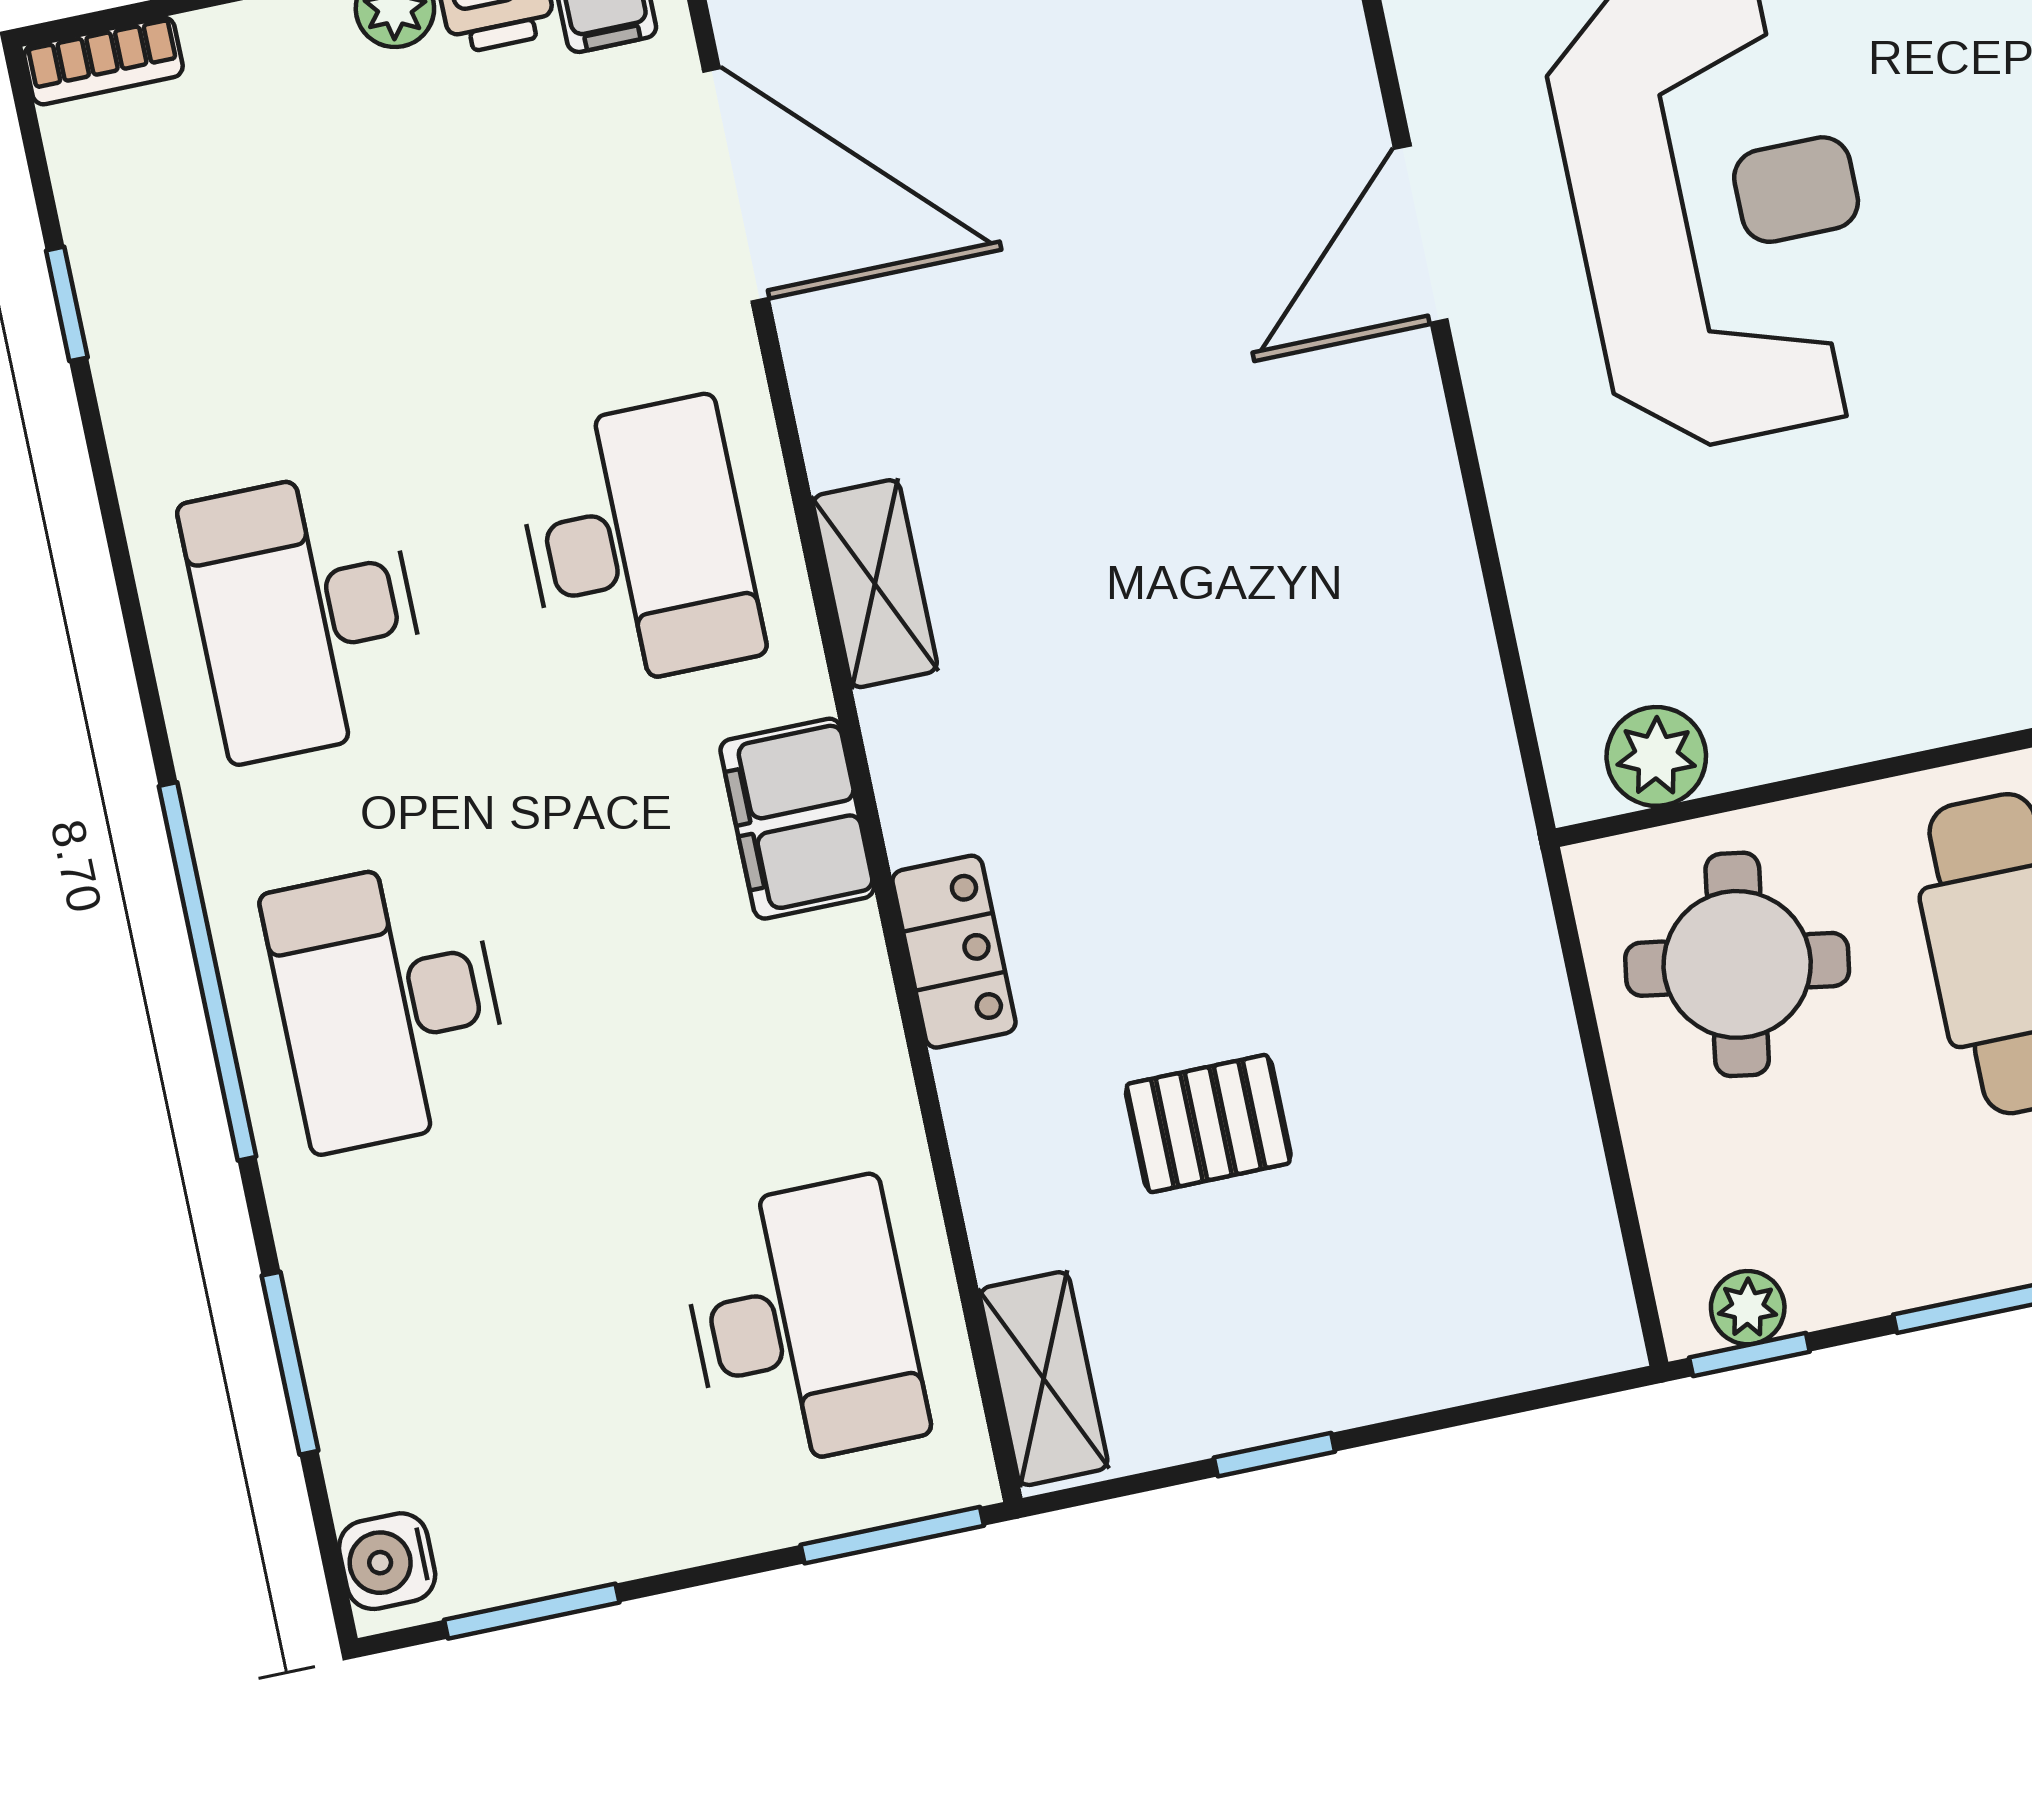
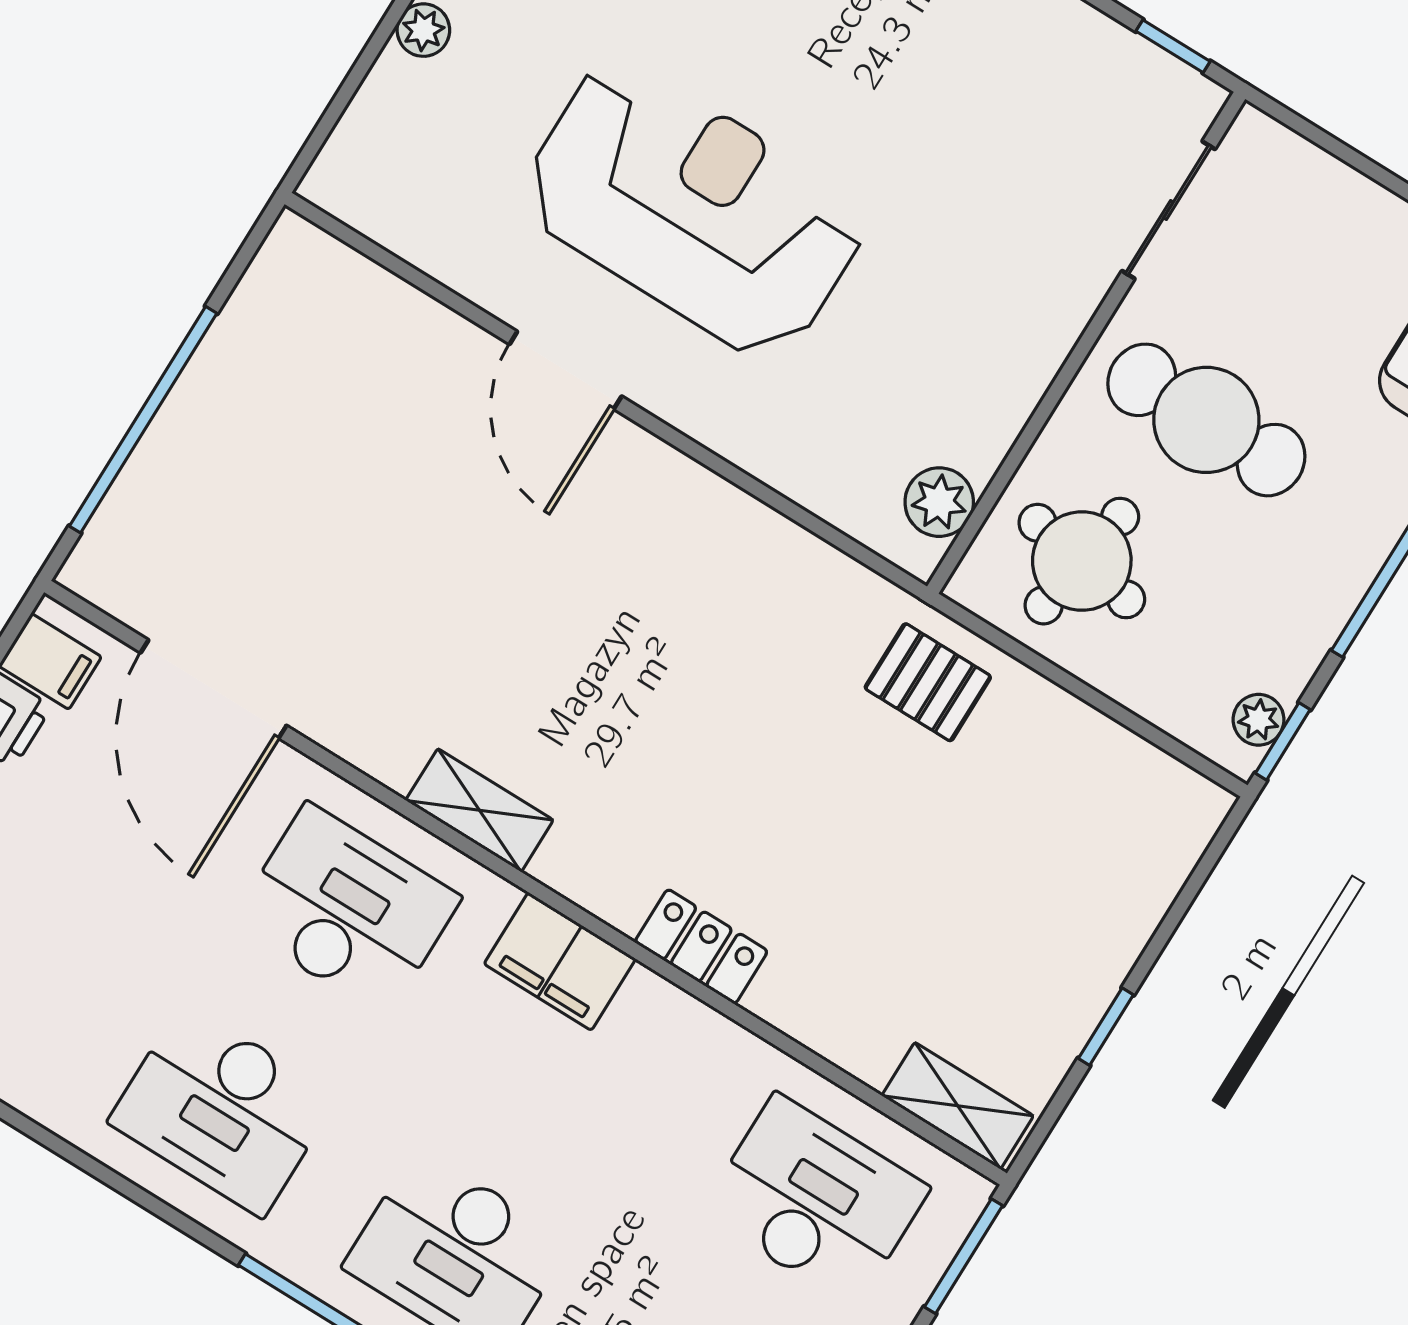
door: (736, 185) -> (214, 689), swing flipped
pallet: (1208, 1124) -> (928, 682), moved, turned 90

